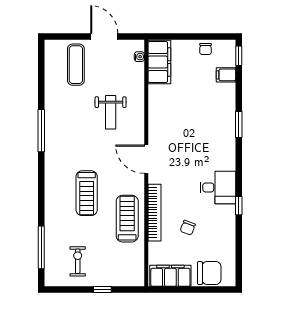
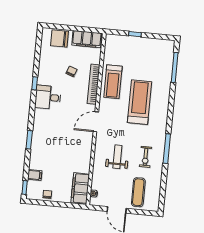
door: (146, 159) -> (96, 122), swing flipped
treadmill: (87, 193) -> (139, 102), width x1.37, depth x1.38
exercise bike: (78, 261) -> (145, 157), moved

